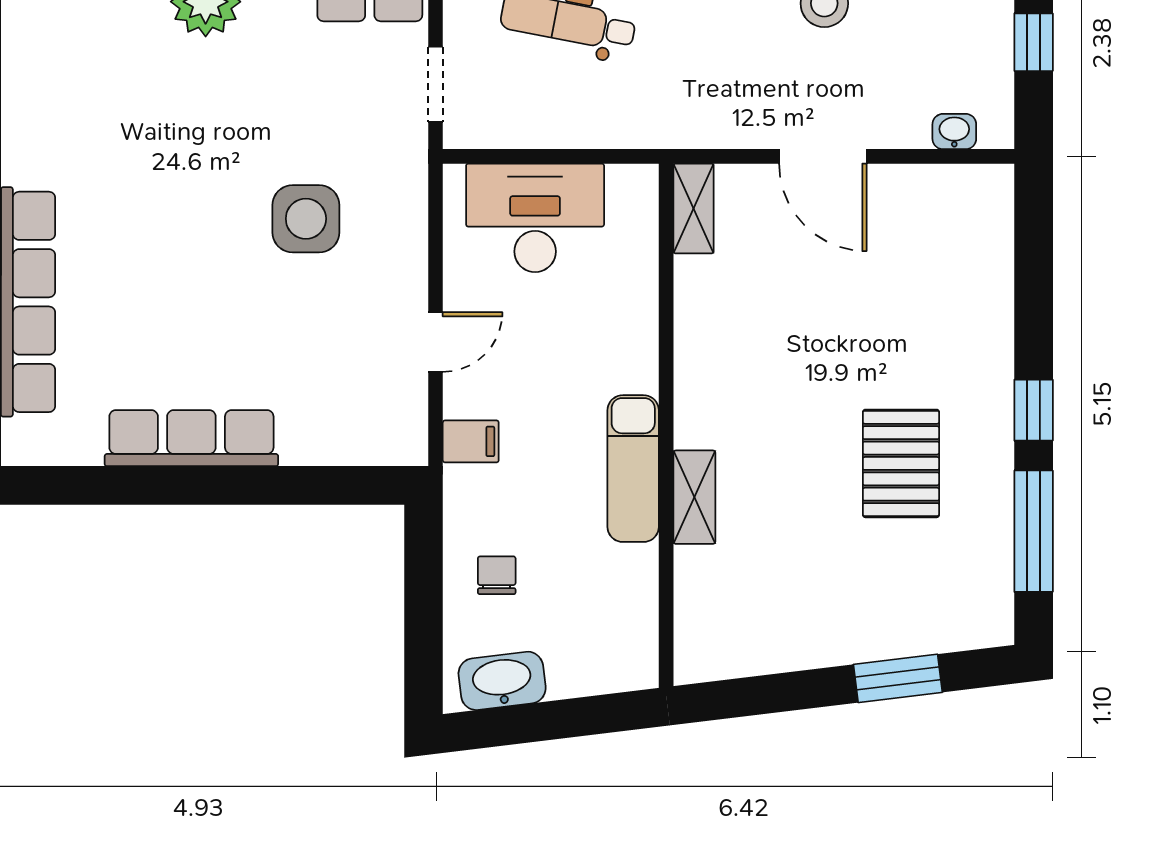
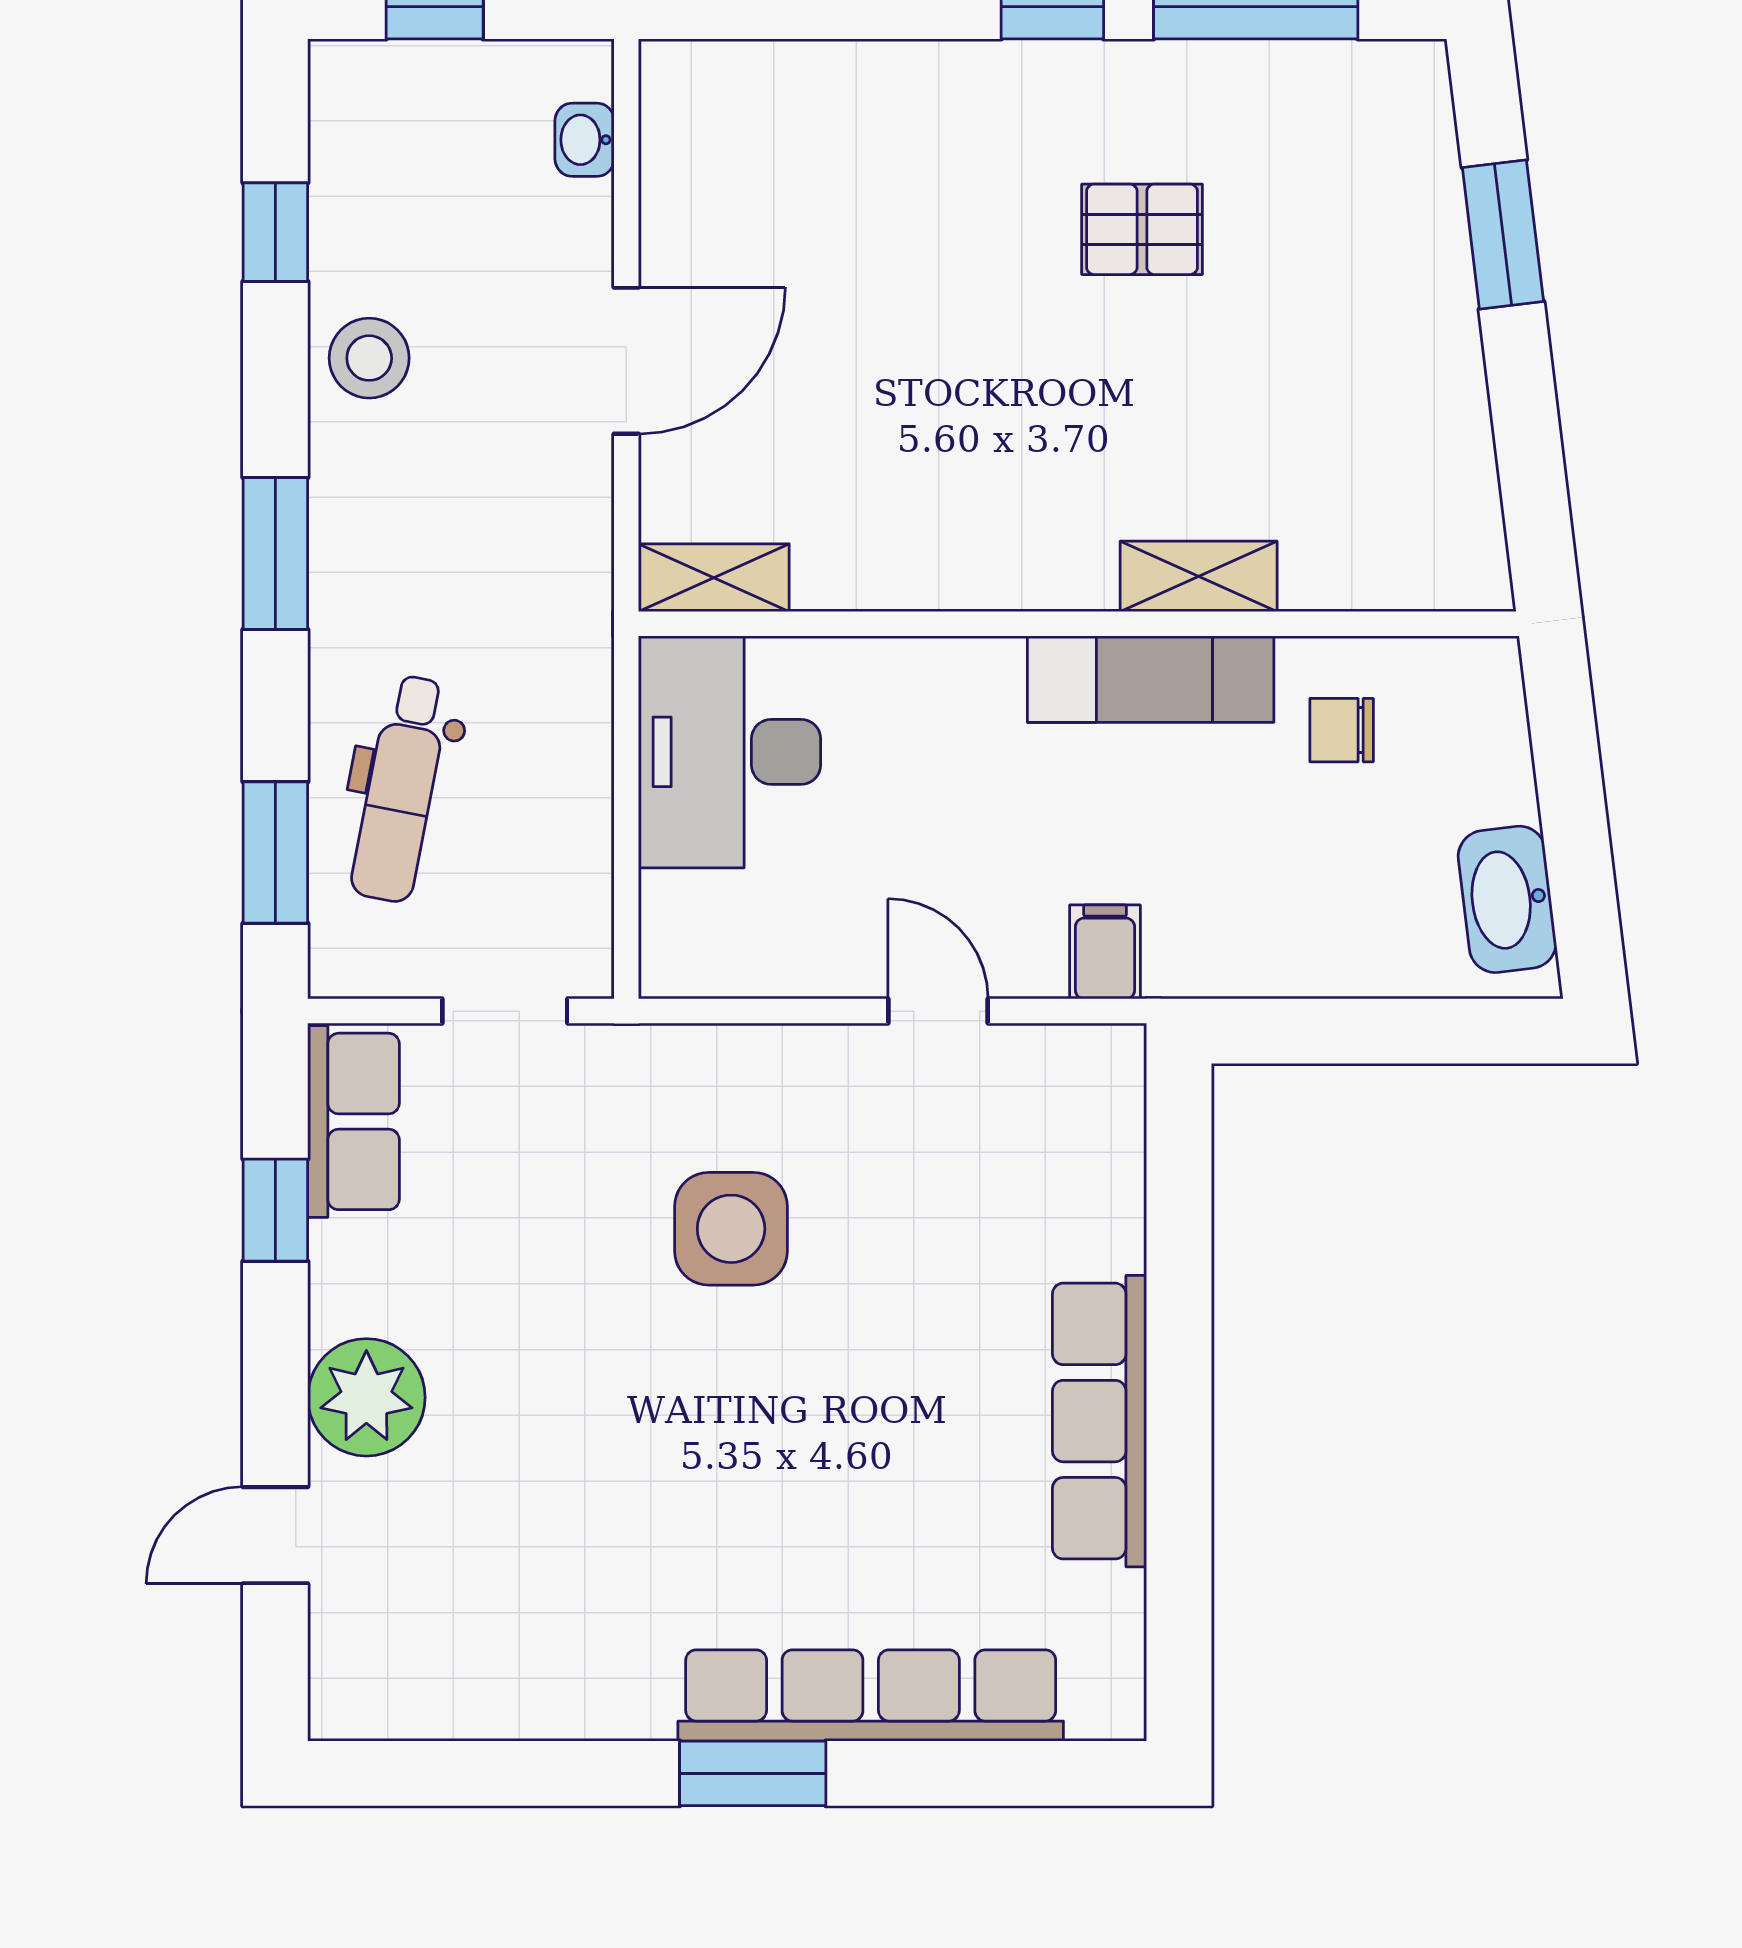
desk: (535, 218) -> (730, 752), moved
pallet: (901, 463) -> (1142, 229), width x0.67, depth x0.71
chair: (497, 575) -> (1342, 730), moved

